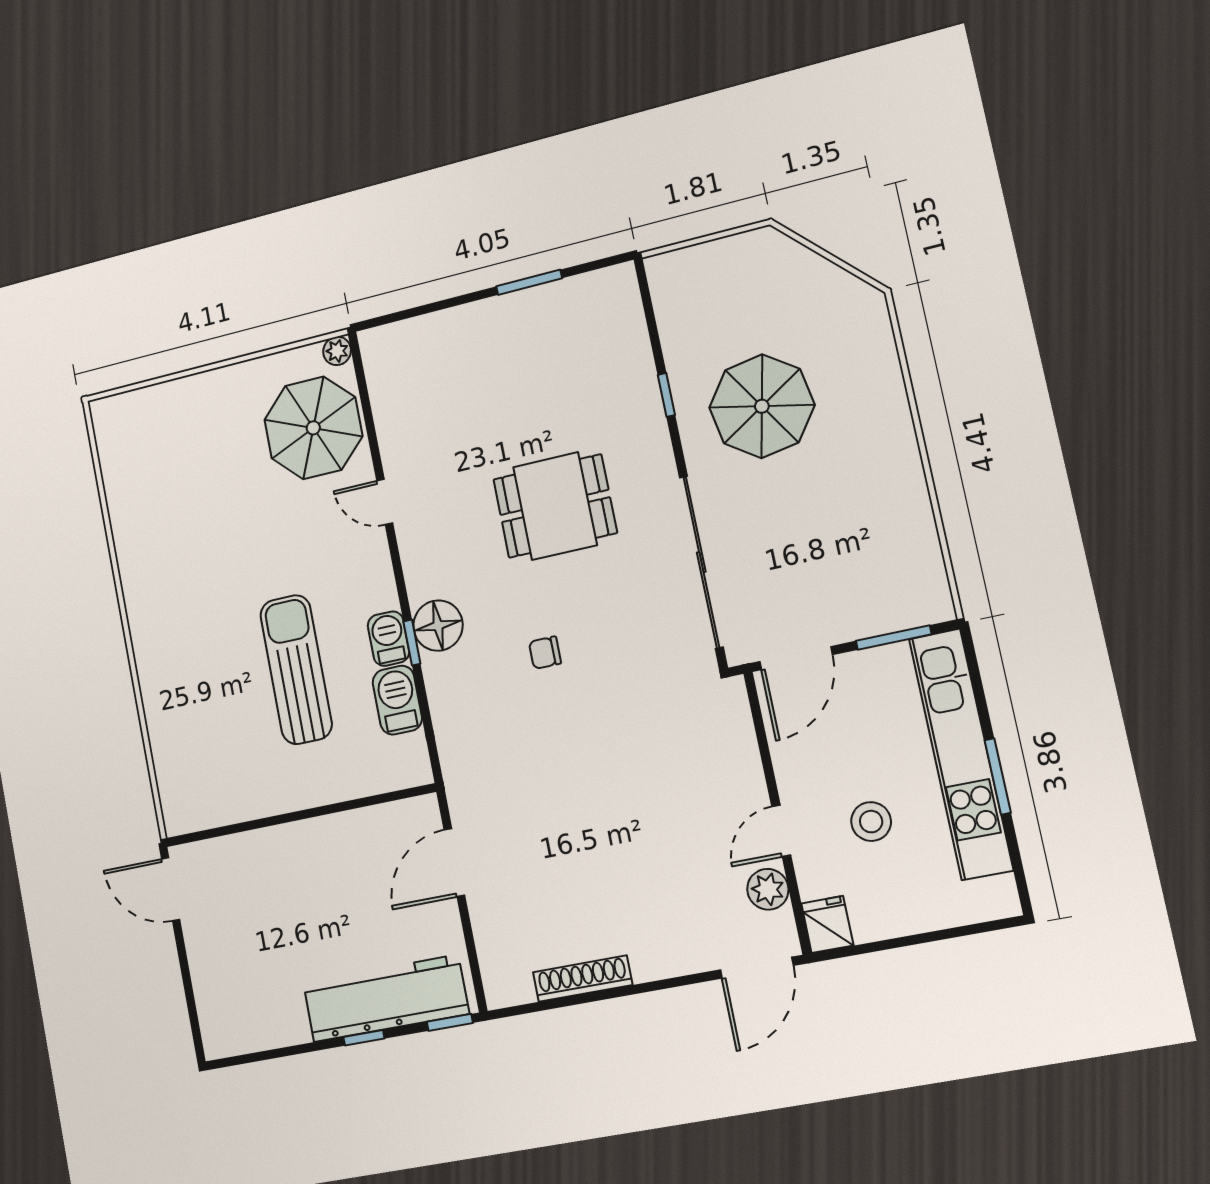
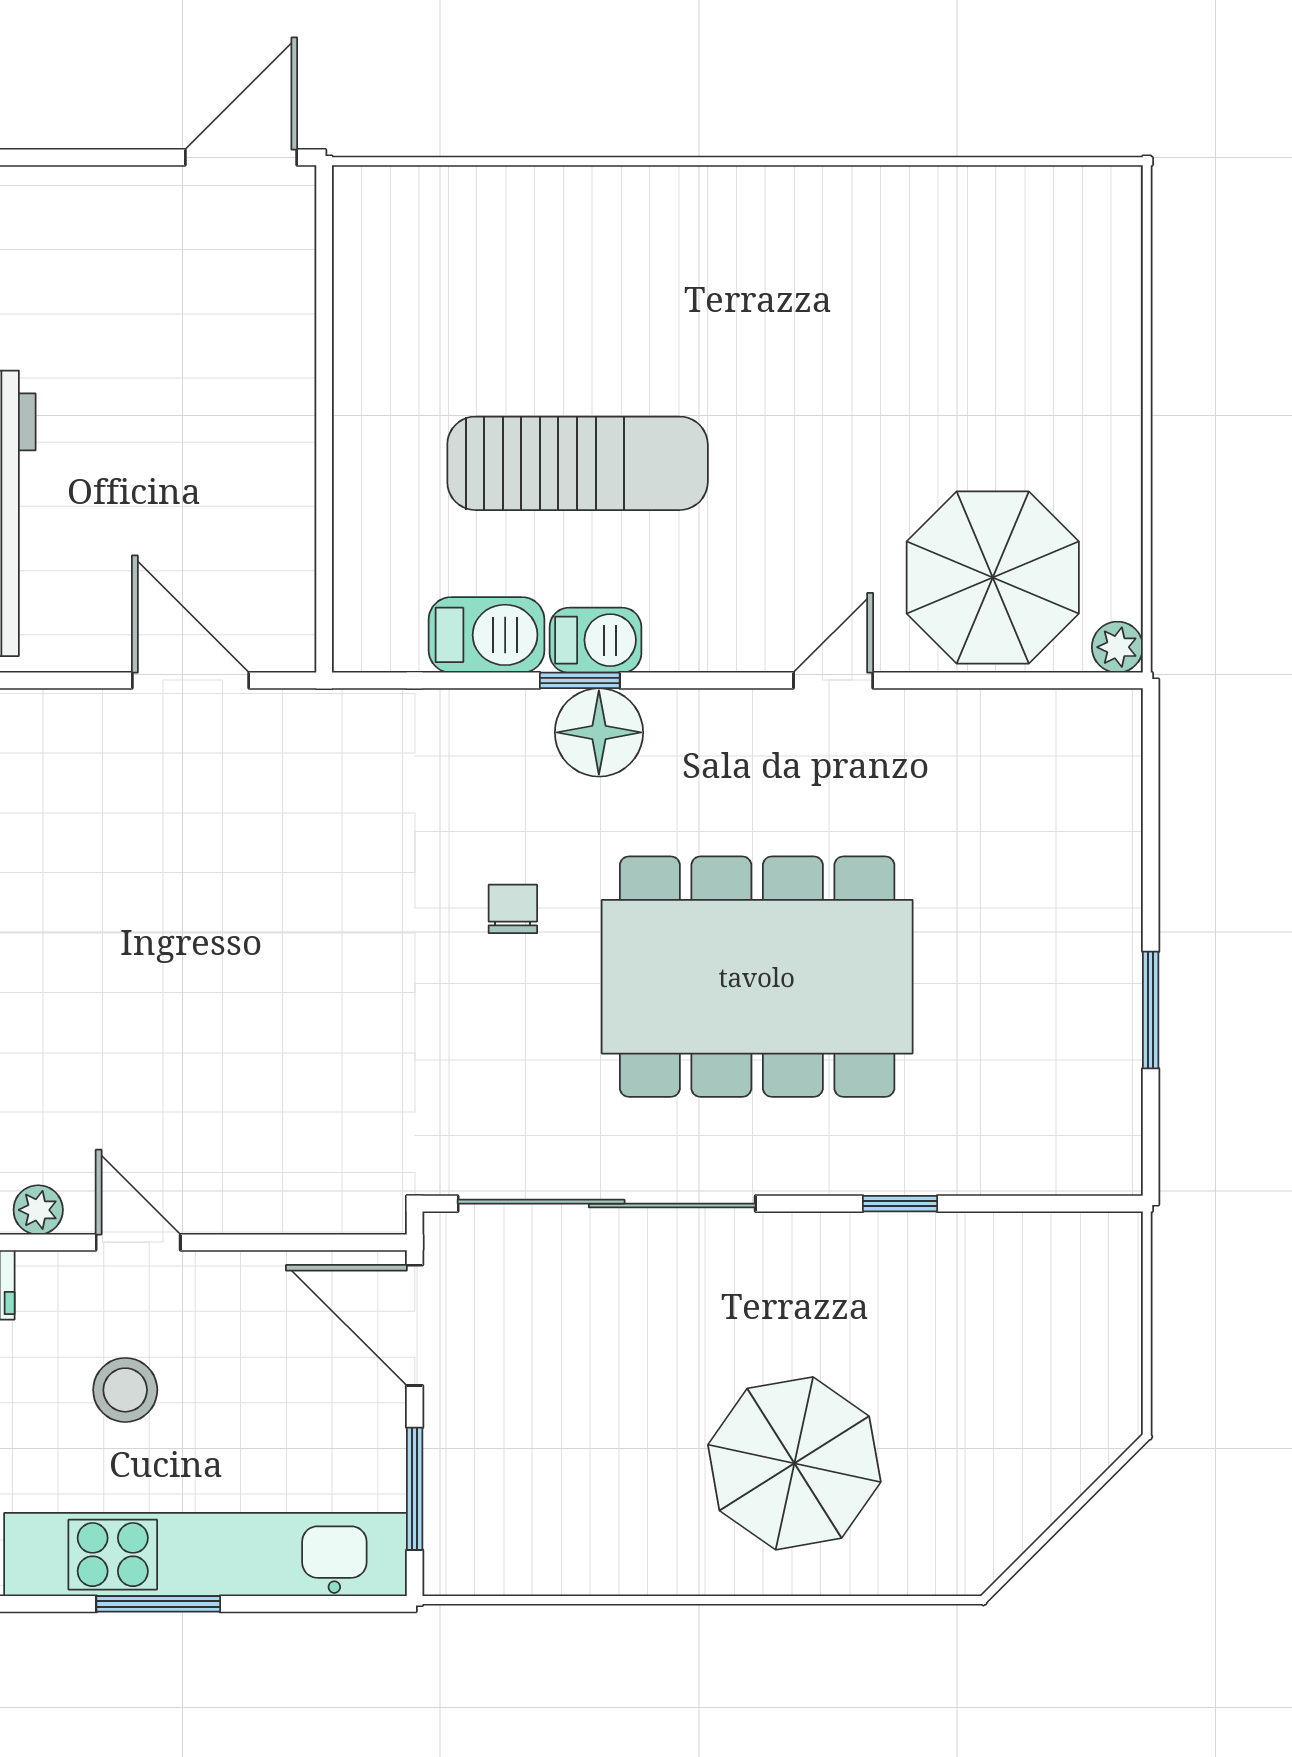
parasol: (762, 406) -> (794, 1463), moved
dining table: (555, 506) -> (757, 977), width x1.88, depth x1.24
plant: (768, 889) -> (38, 1210), width x0.73, depth x0.73

